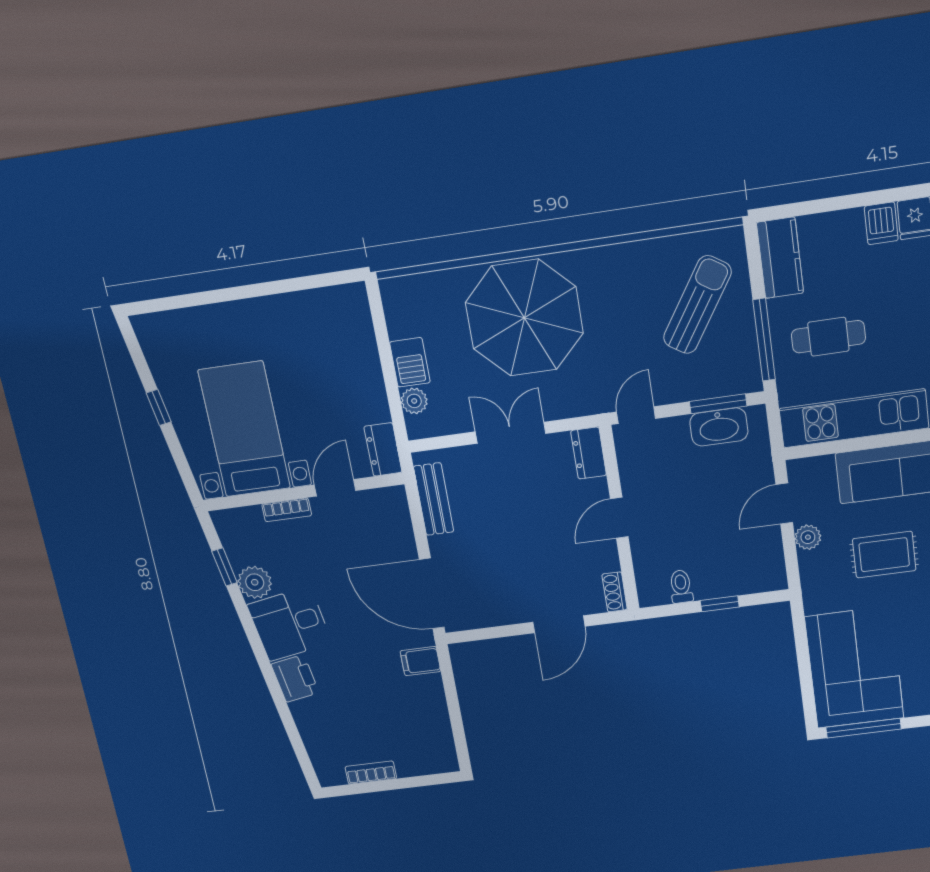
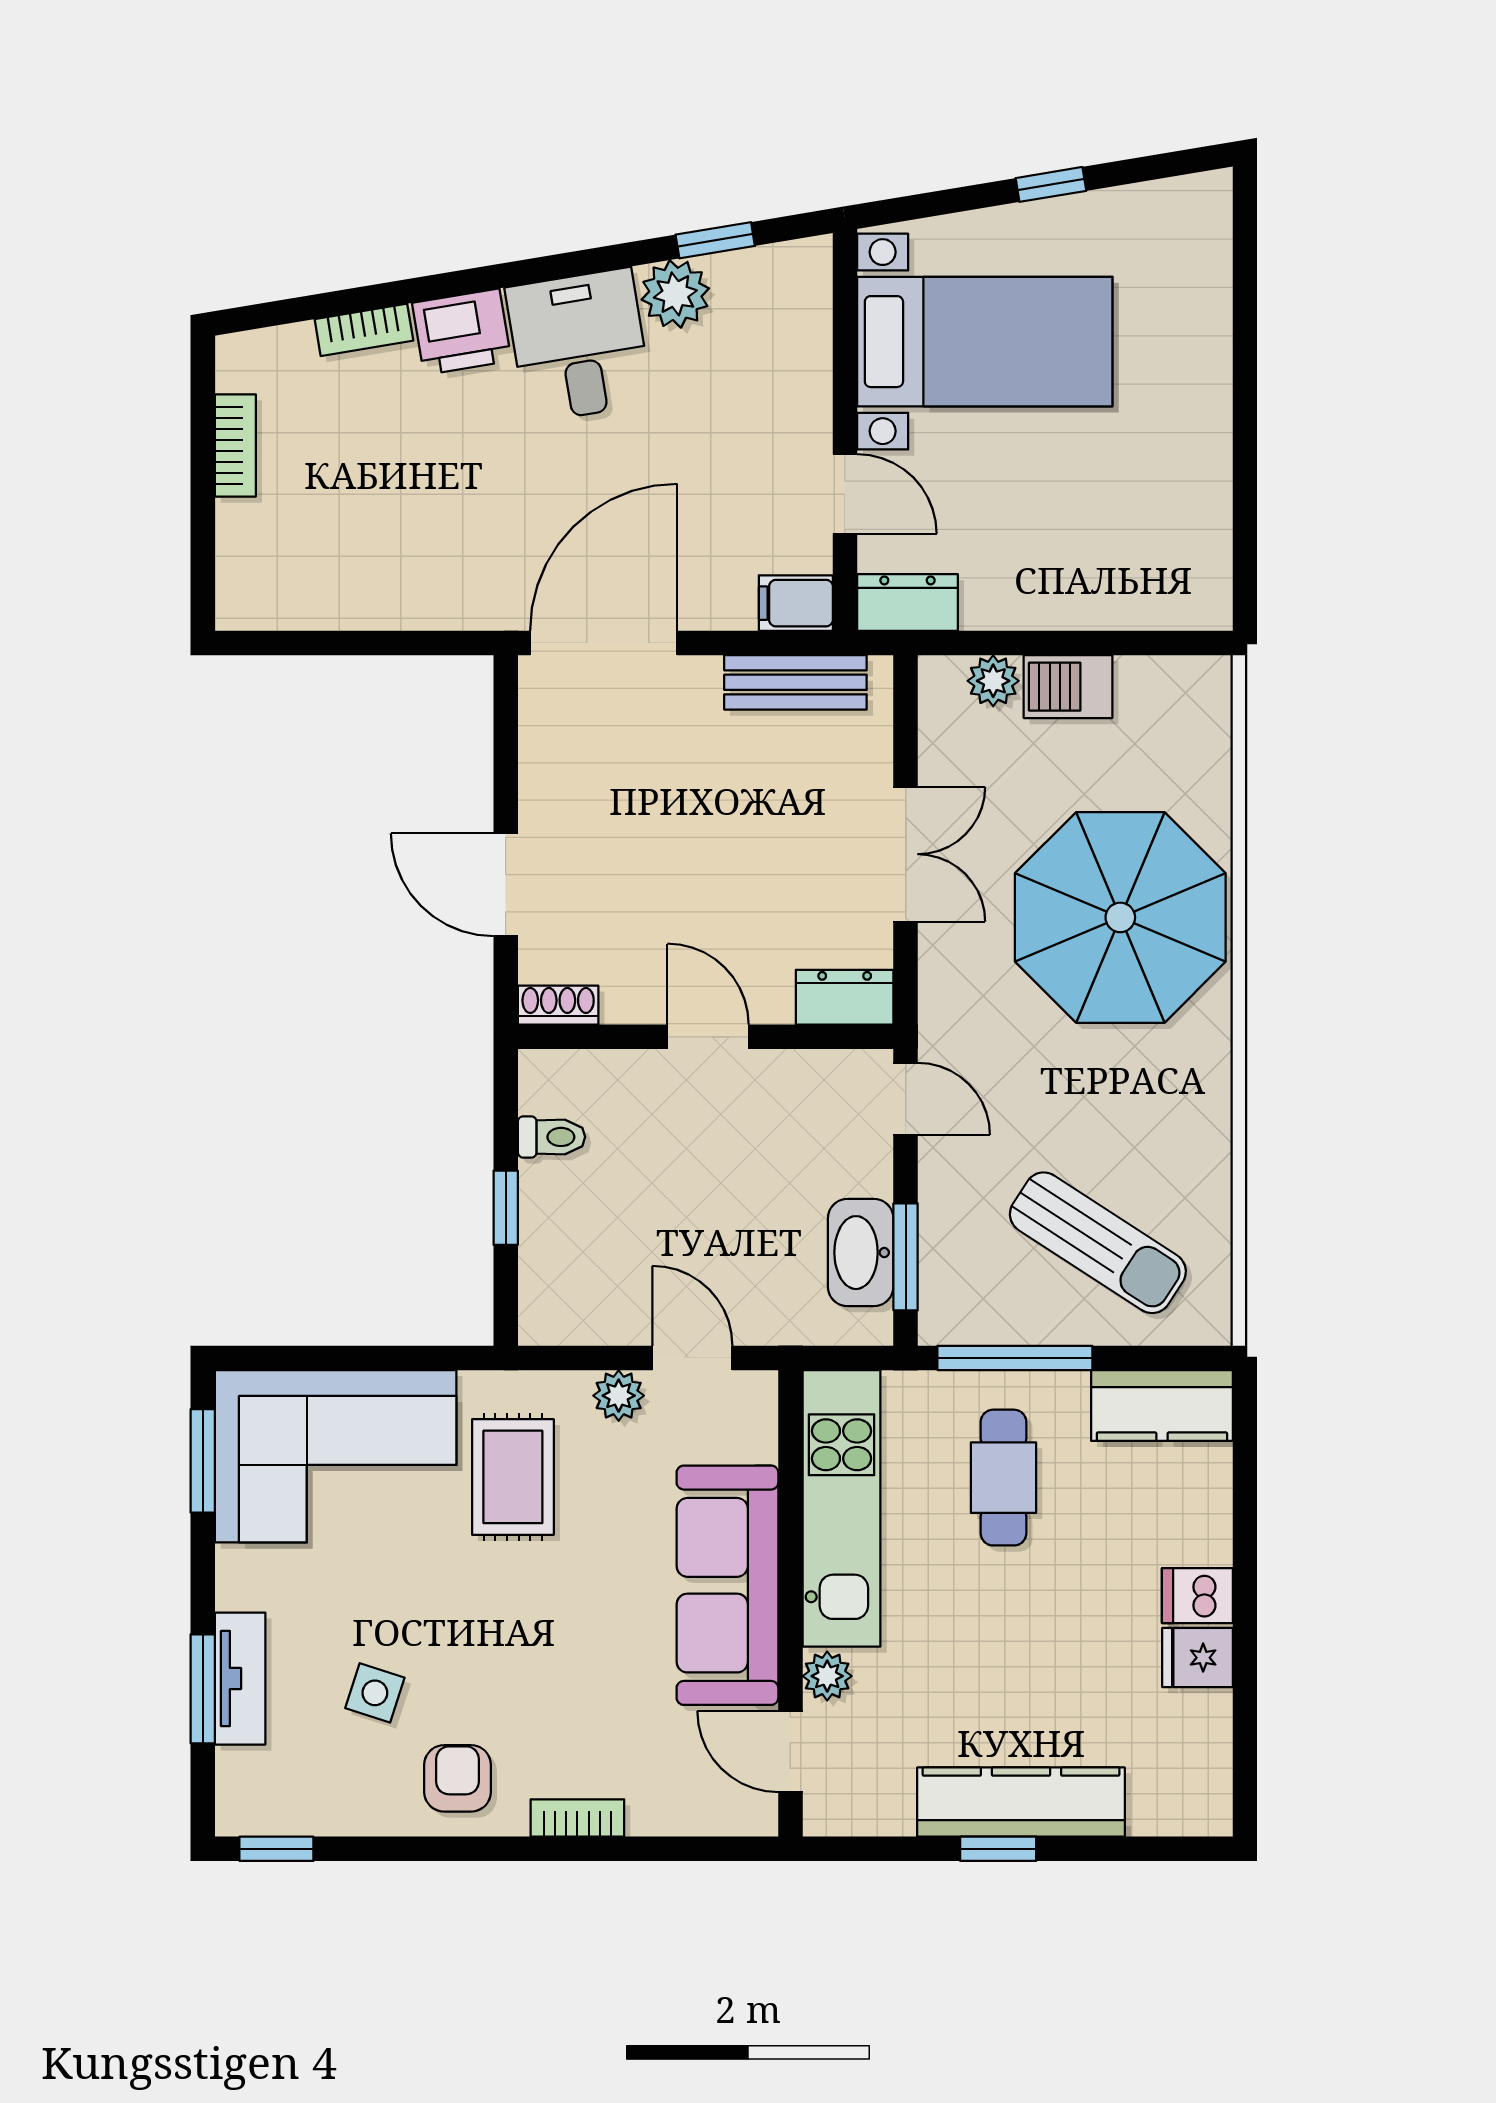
bookcase: (287, 510) -> (364, 330), moved, turned -99
rug: (884, 555) -> (513, 1477), moved
filing cabinet: (420, 661) -> (796, 603), moved, turned -90
window: (864, 728) -> (203, 1461), width x0.69

